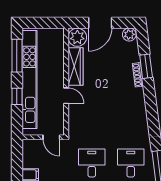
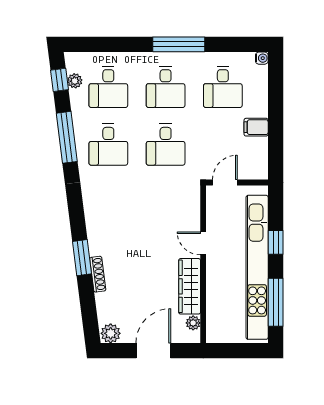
plant: (77, 37) -> (193, 323), width x0.53, depth x0.53
window: (146, 66) -> (82, 258), moved
door: (51, 137) -> (225, 182), hinge flipped

